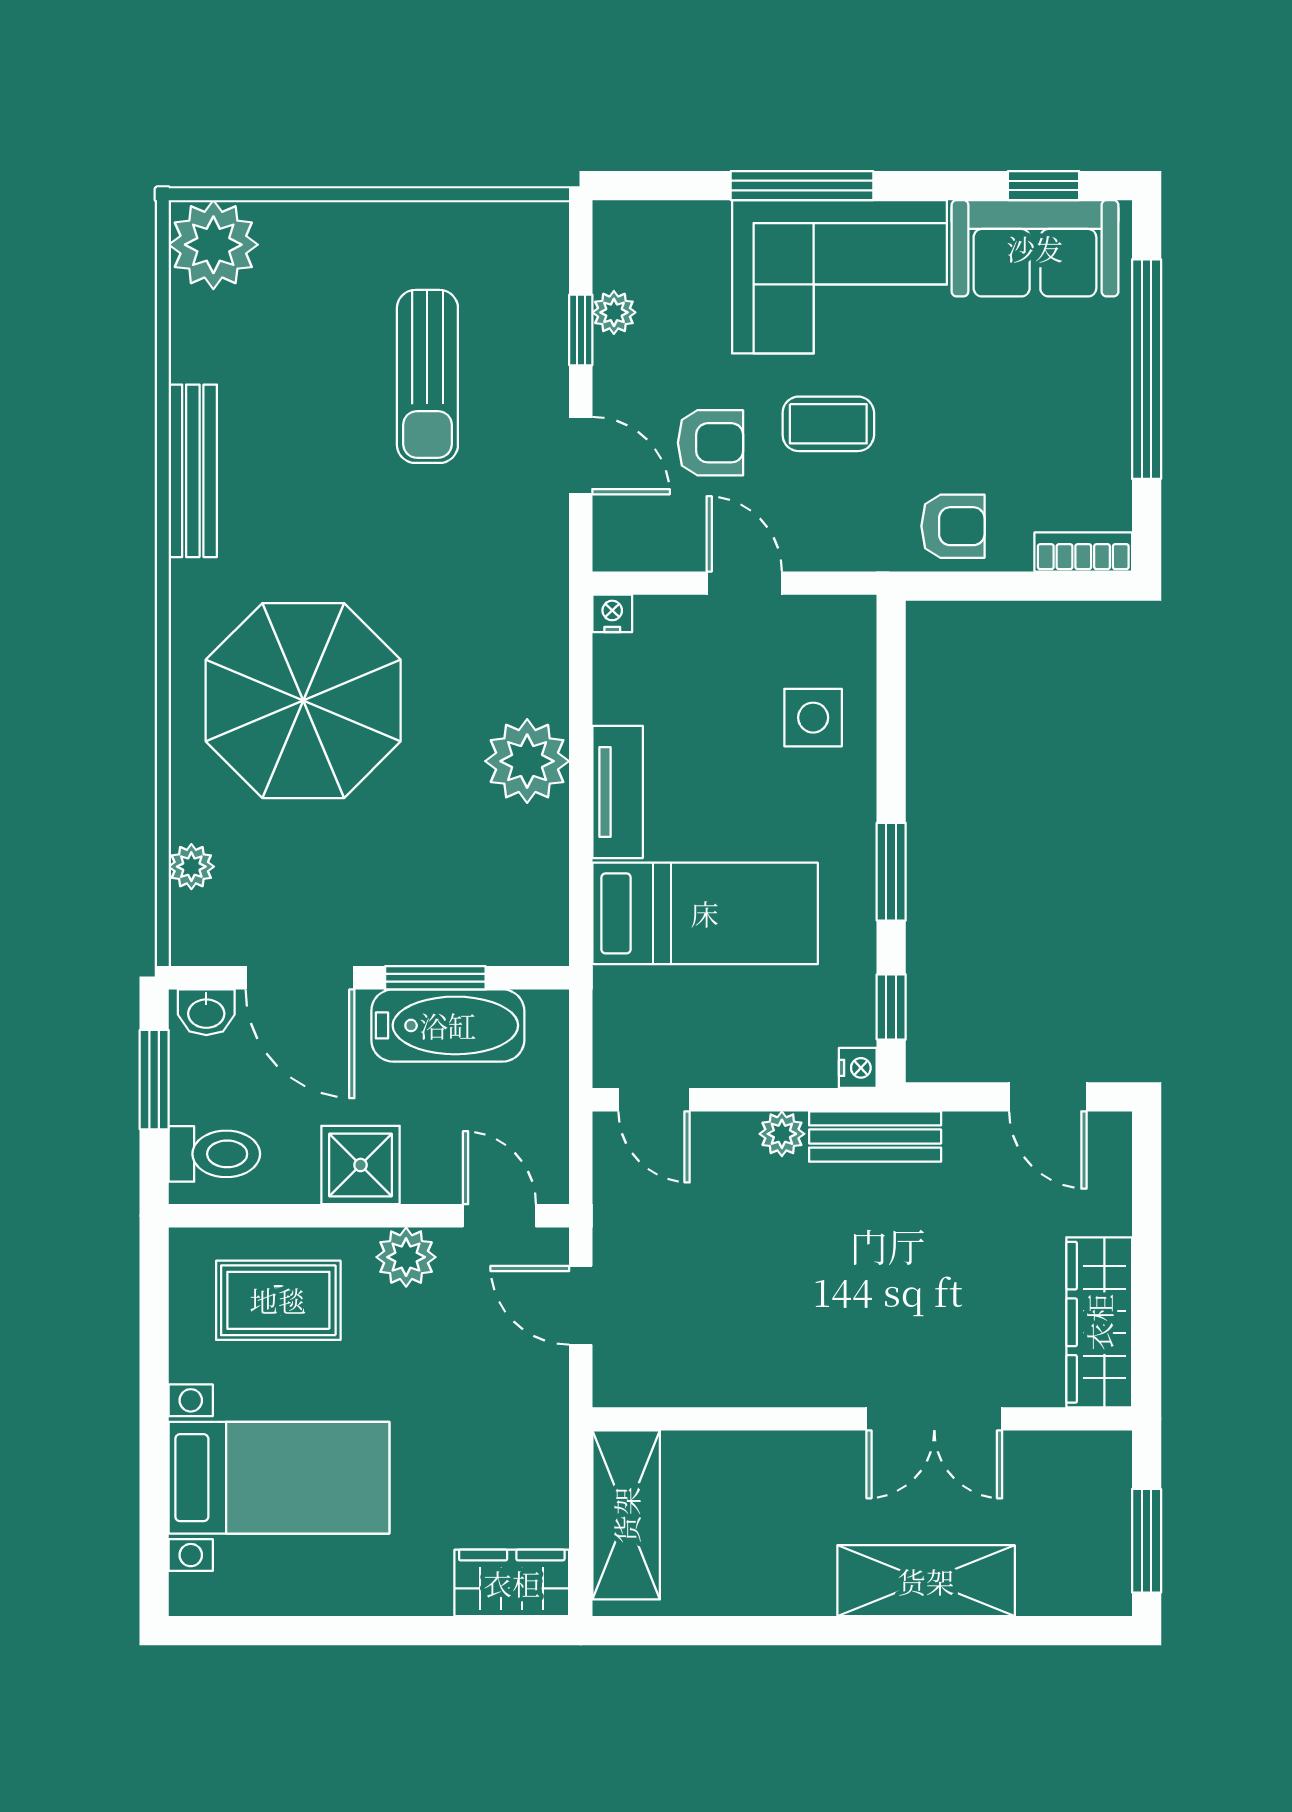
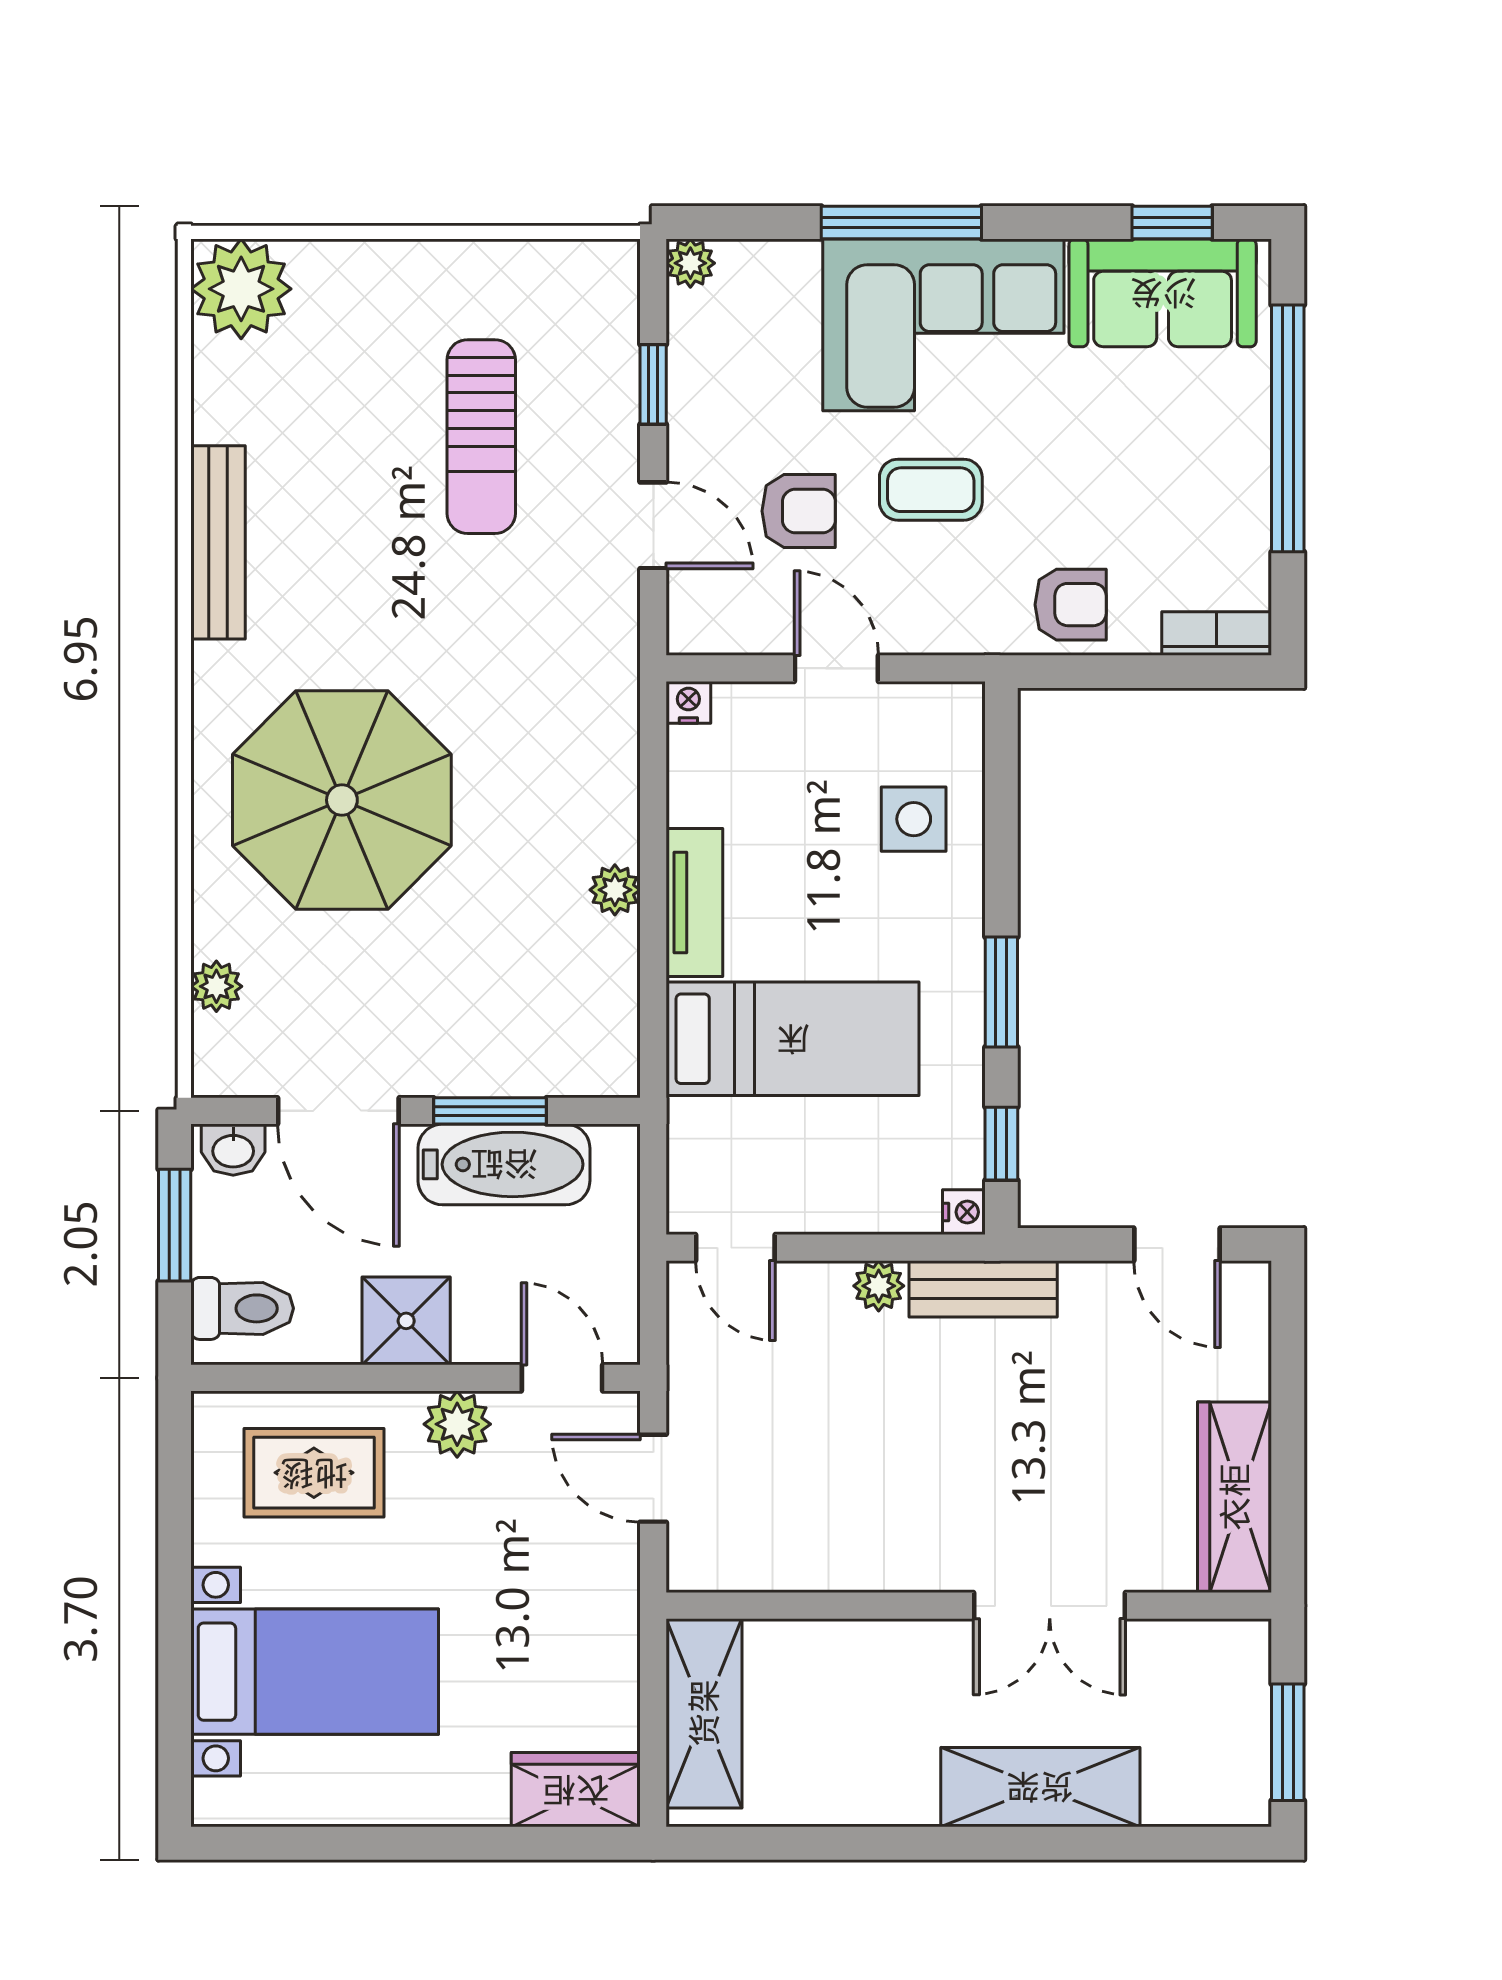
plant: (614, 312) -> (690, 263), moved
plant: (527, 761) -> (615, 890), width x0.53, depth x0.53

